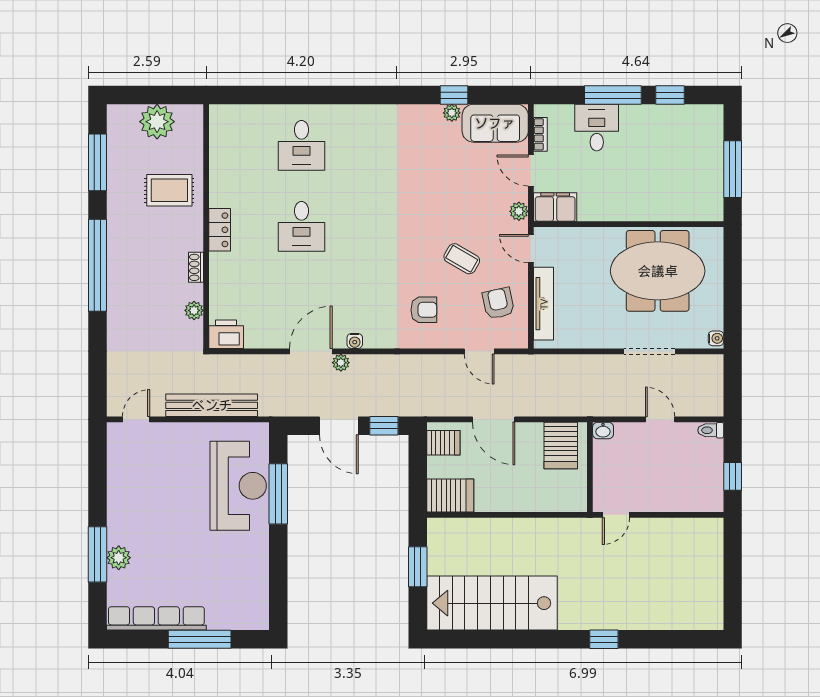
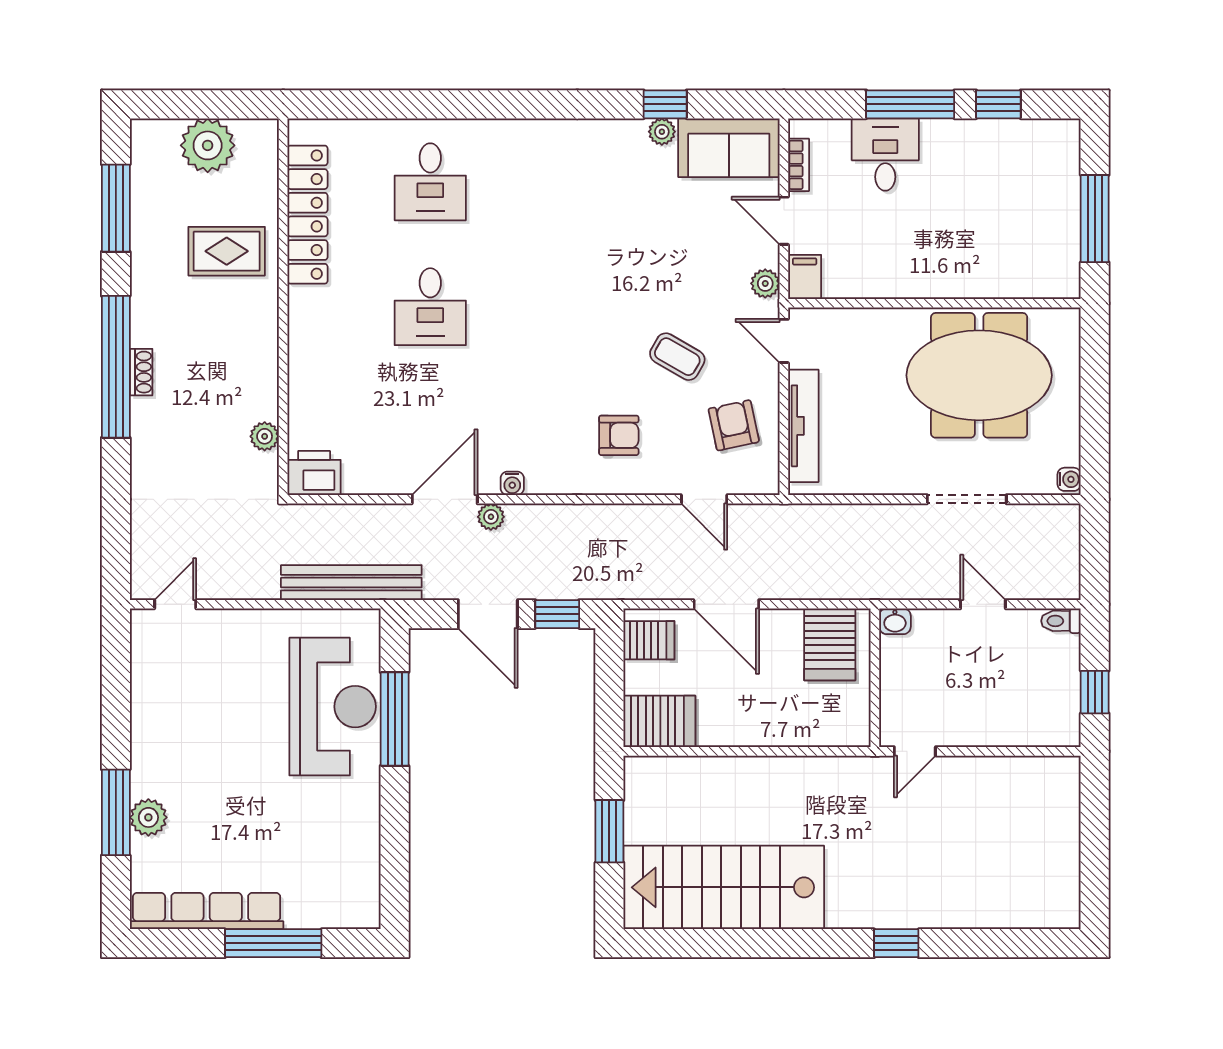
filing cabinet: (555, 207) -> (805, 277), width x0.50
locker: (220, 230) -> (307, 215), moved, width x2.16, depth x1.21
shoe rack: (196, 267) -> (141, 372), moved, turned 180
bench: (212, 405) -> (351, 583), moved

